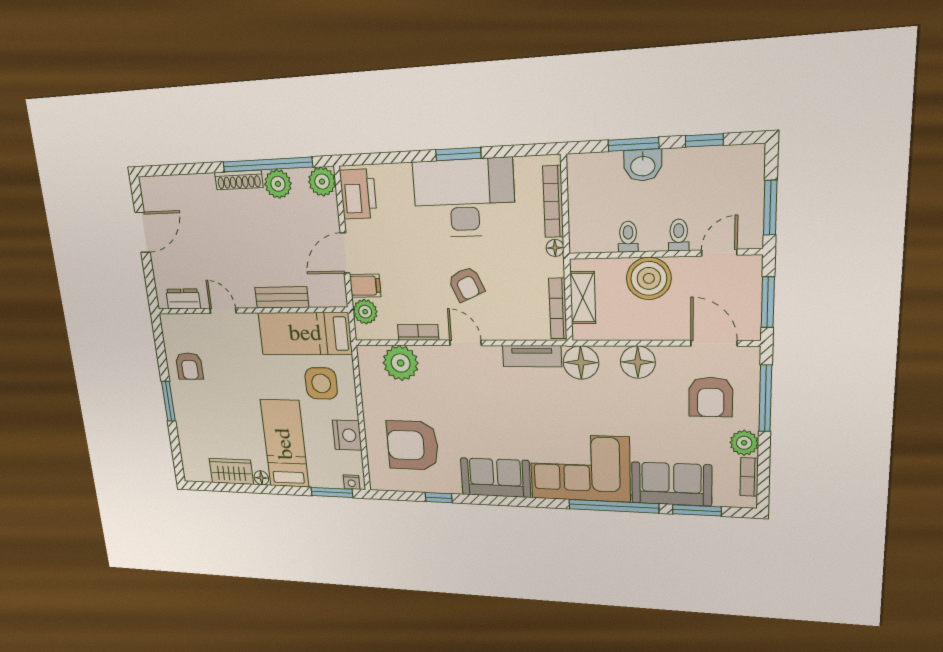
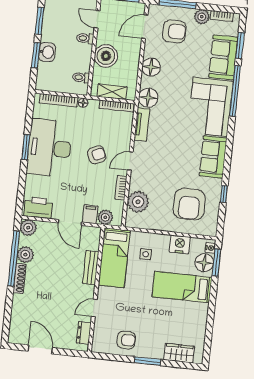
window: (704, 140) -> (40, 21), width x1.50
toilet: (628, 237) -> (81, 77), moved
side table: (321, 383) -> (146, 254), width x0.54, depth x0.54
wardrobe: (231, 471) -> (179, 353), moved, turned 90
floor lamp: (261, 478) -> (204, 263), moved, width x1.89, depth x1.89

